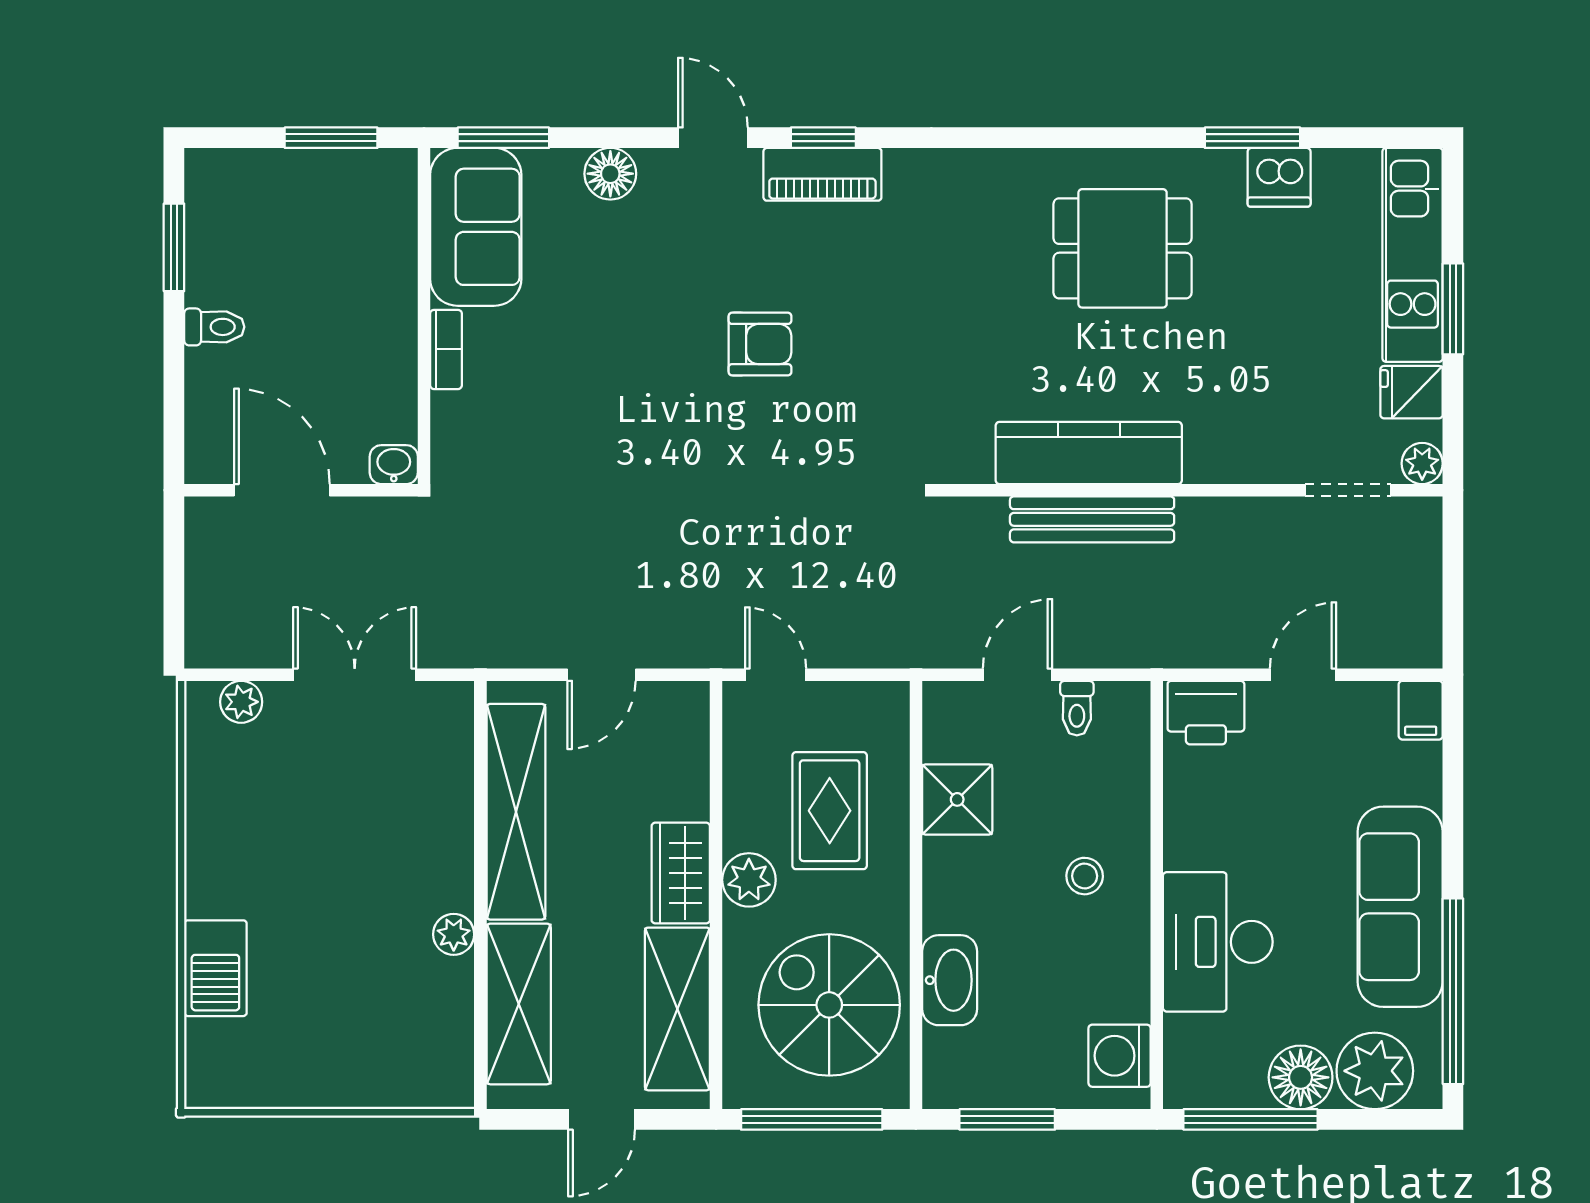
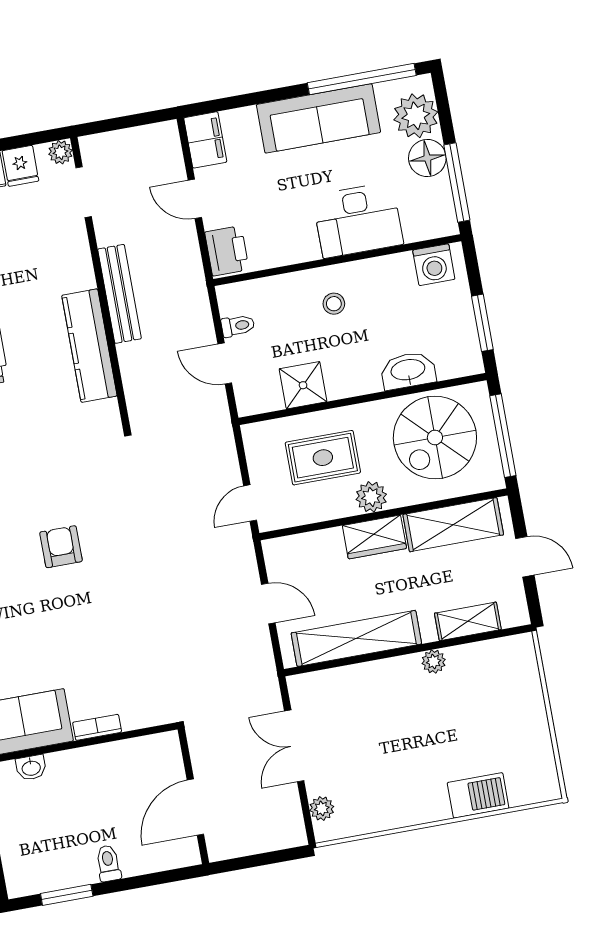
washbasin: (394, 465) -> (31, 768), moved, turned -90
bench: (1092, 519) -> (119, 294), moved
filing cabinet: (1421, 710) -> (205, 140), width x2.00
shelving: (519, 1004) -> (468, 621), width x0.67, depth x0.75

